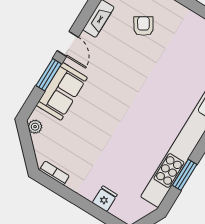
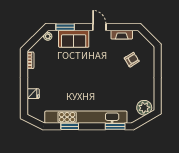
door: (68, 44) -> (99, 27), swing flipped
window: (49, 75) -> (65, 27), moved

